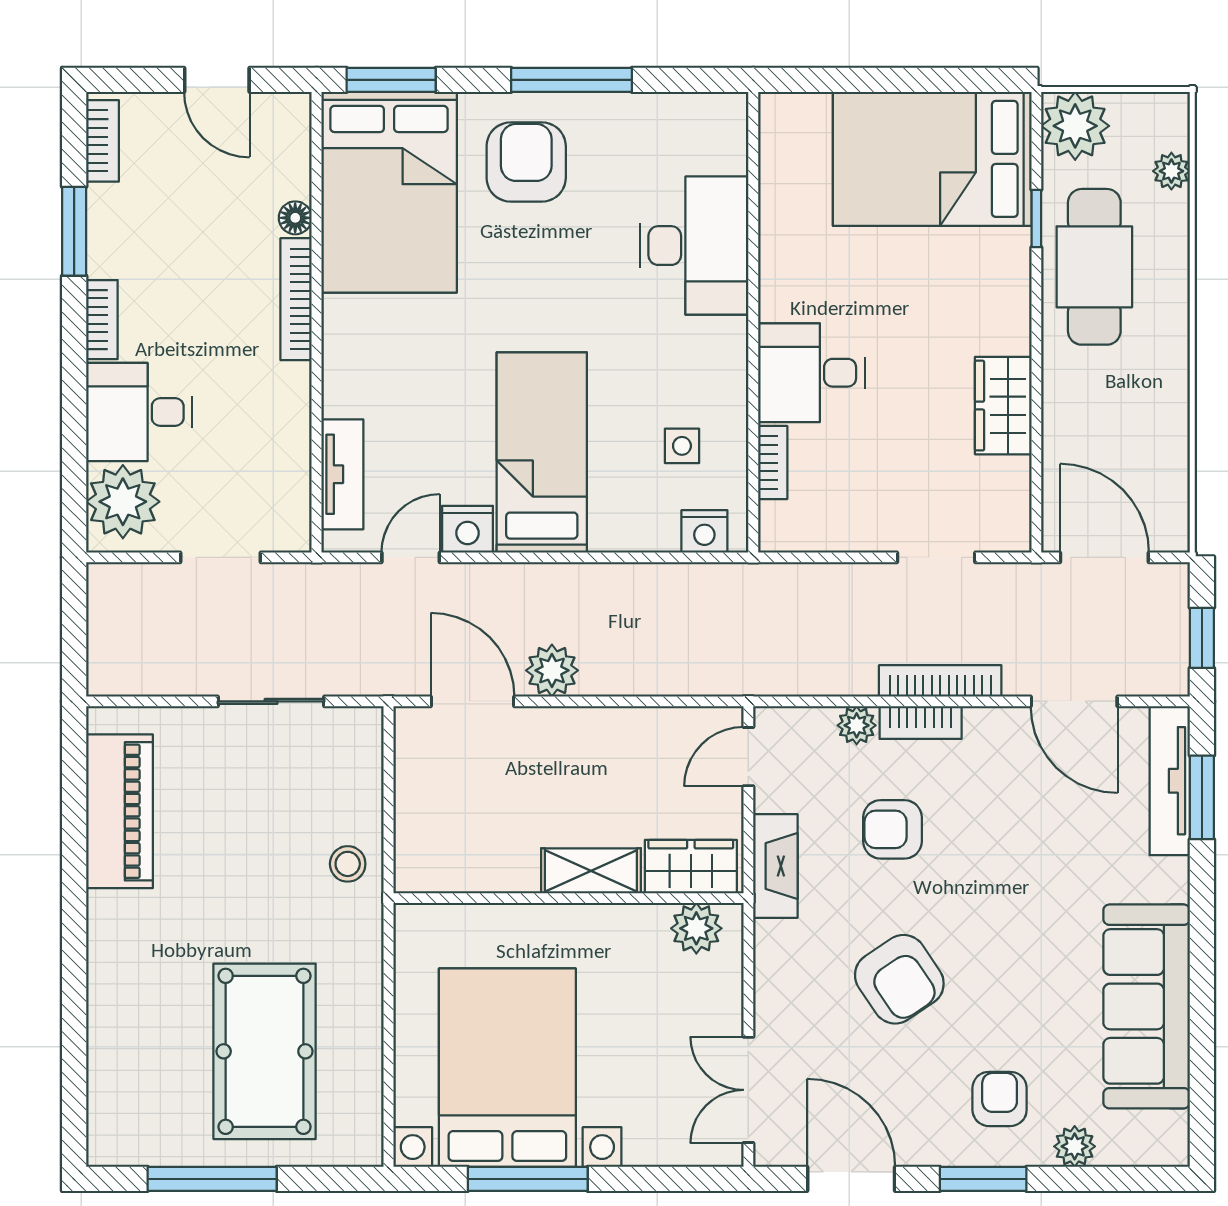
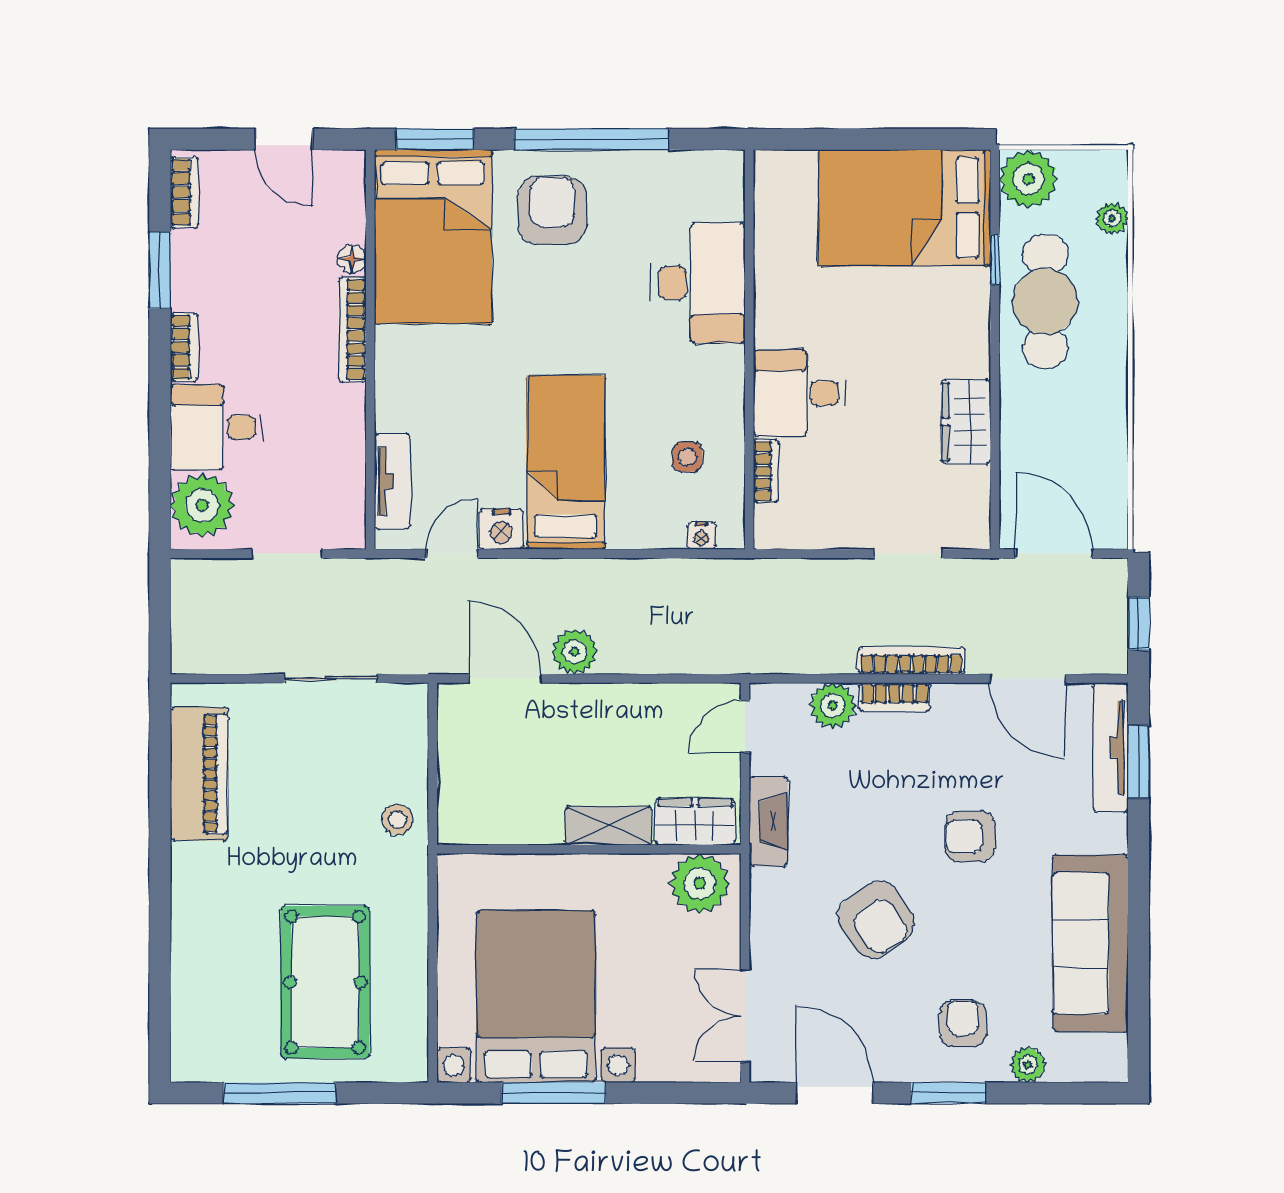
window: (571, 80) -> (591, 139), width x1.46
nightstand: (704, 531) -> (701, 536), width x0.72, depth x0.74
plant: (857, 725) -> (833, 706), width x1.38, depth x1.38
armchair: (893, 829) -> (970, 836), moved
plant: (696, 928) -> (700, 884), width x1.36, depth x1.36

